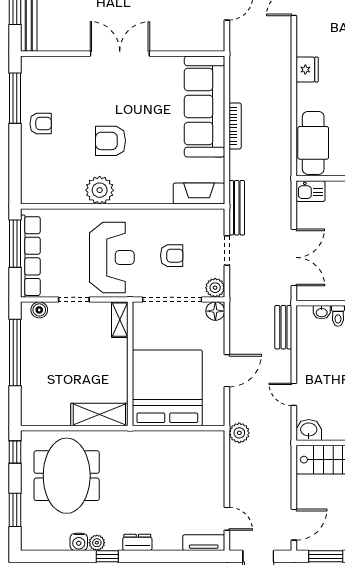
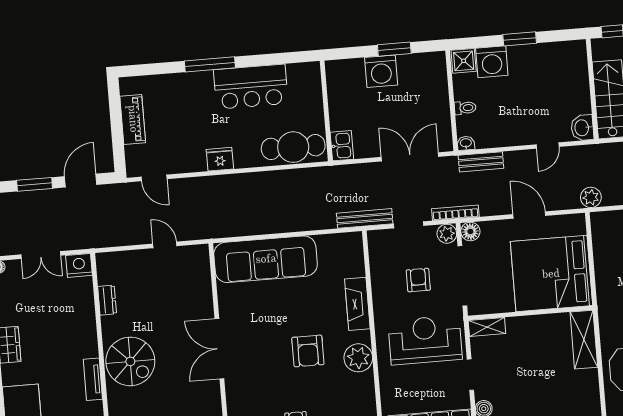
bookcase: (235, 126) -> (455, 213), moved
fireplace: (199, 194) -> (357, 304), moved
washbasin: (322, 312) -> (466, 143), moved, turned -90

